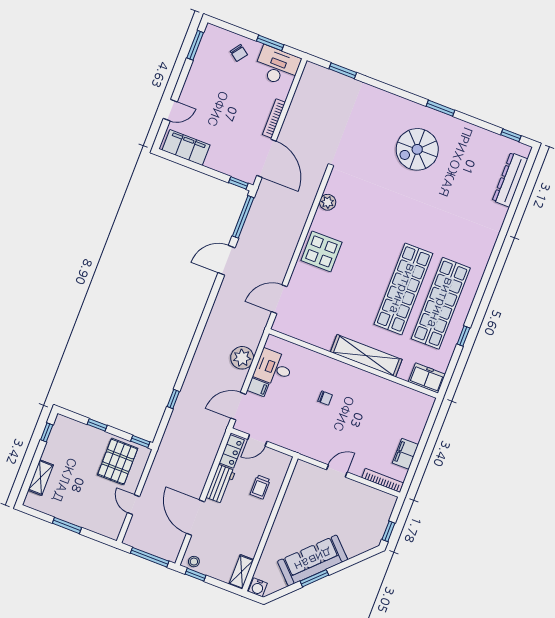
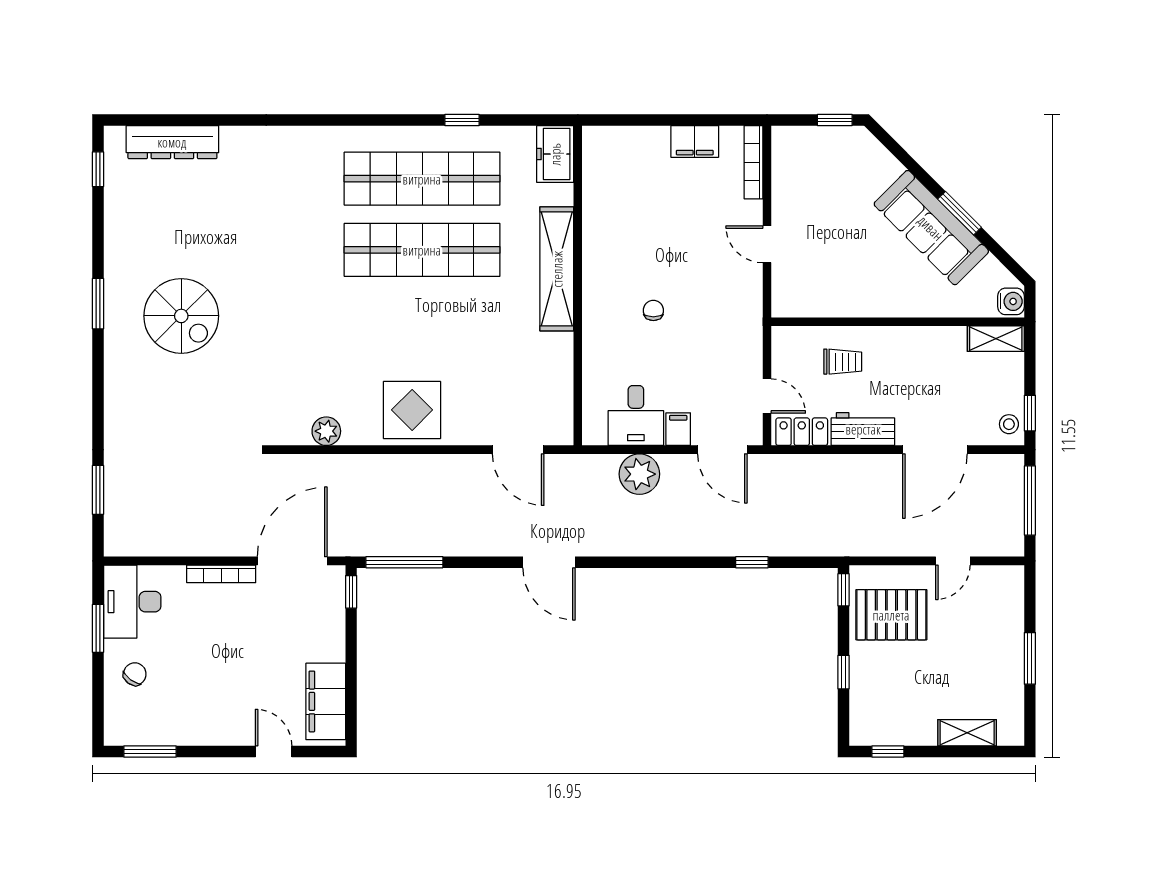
door: (226, 260) -> (549, 562), moved

